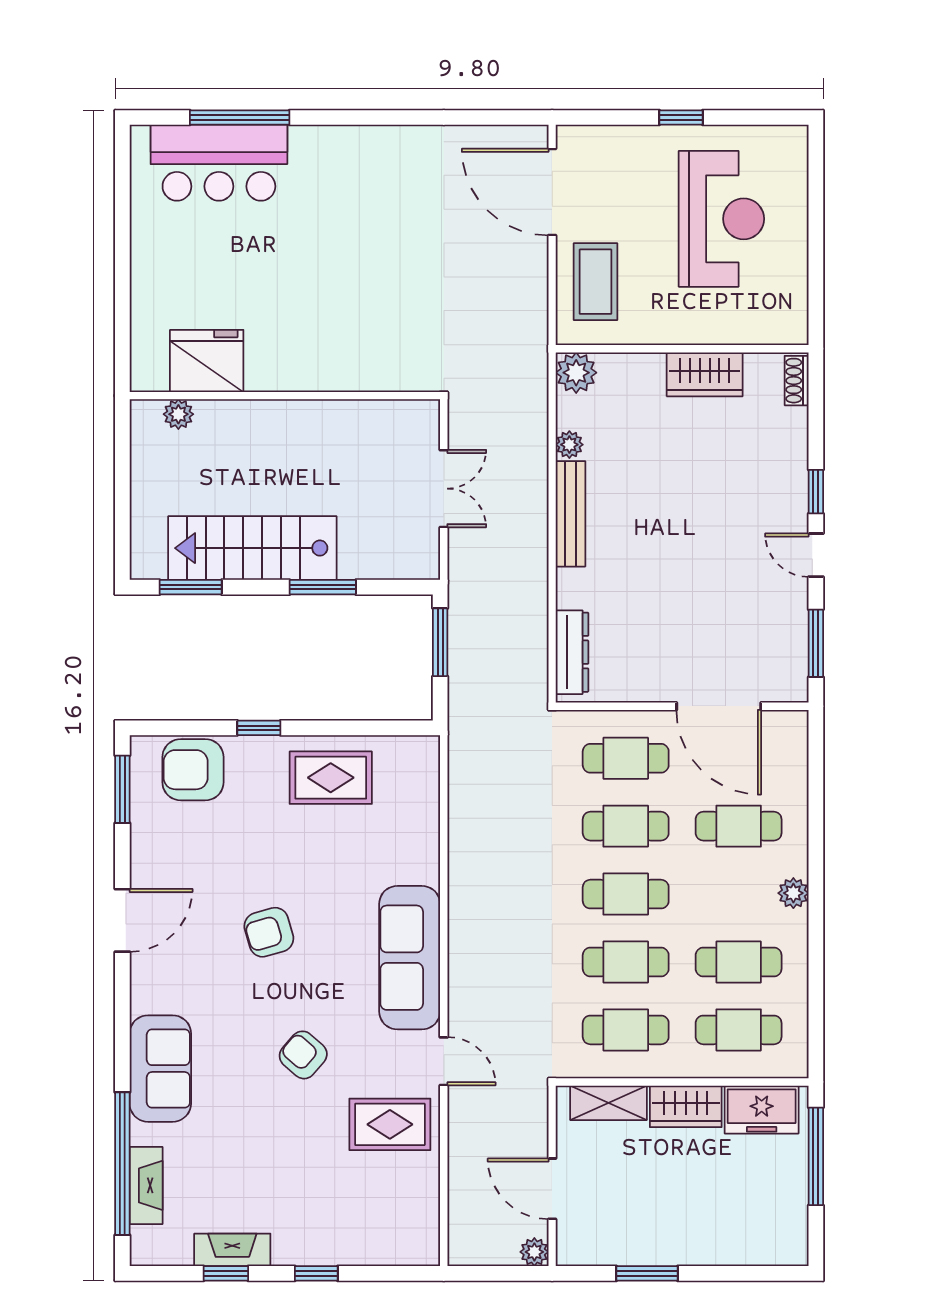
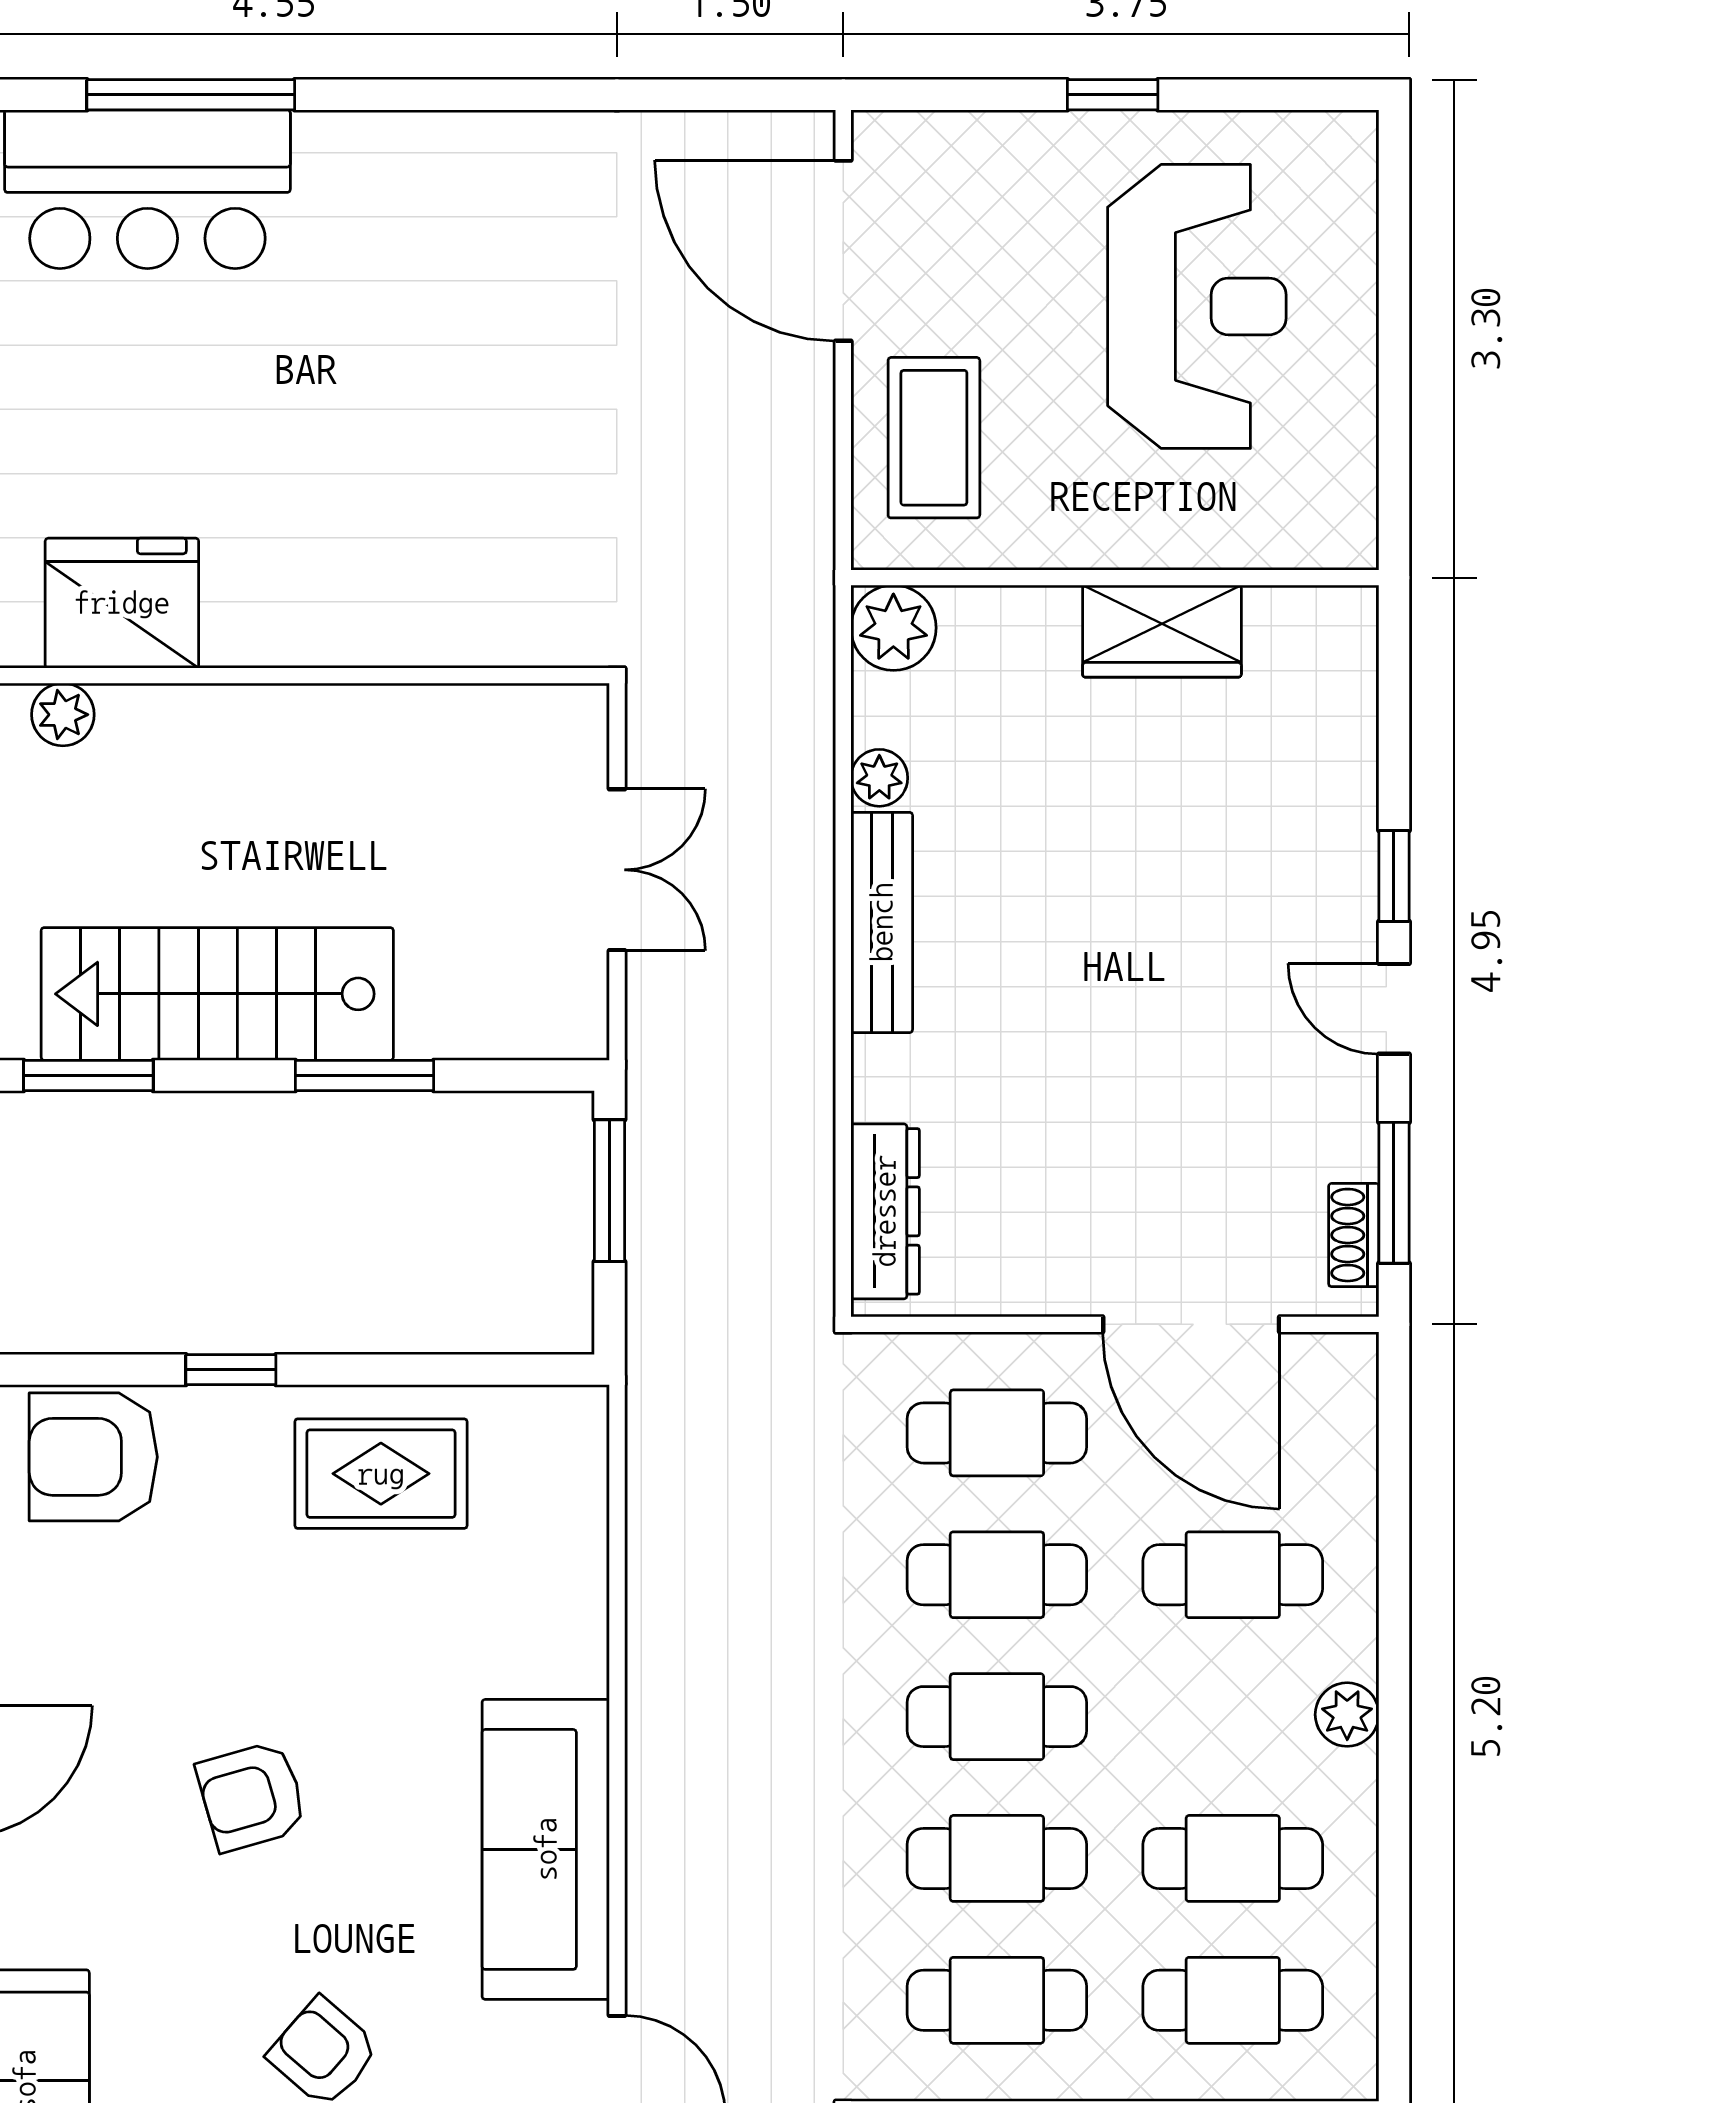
shoe rack: (797, 381) -> (1354, 1235), moved

